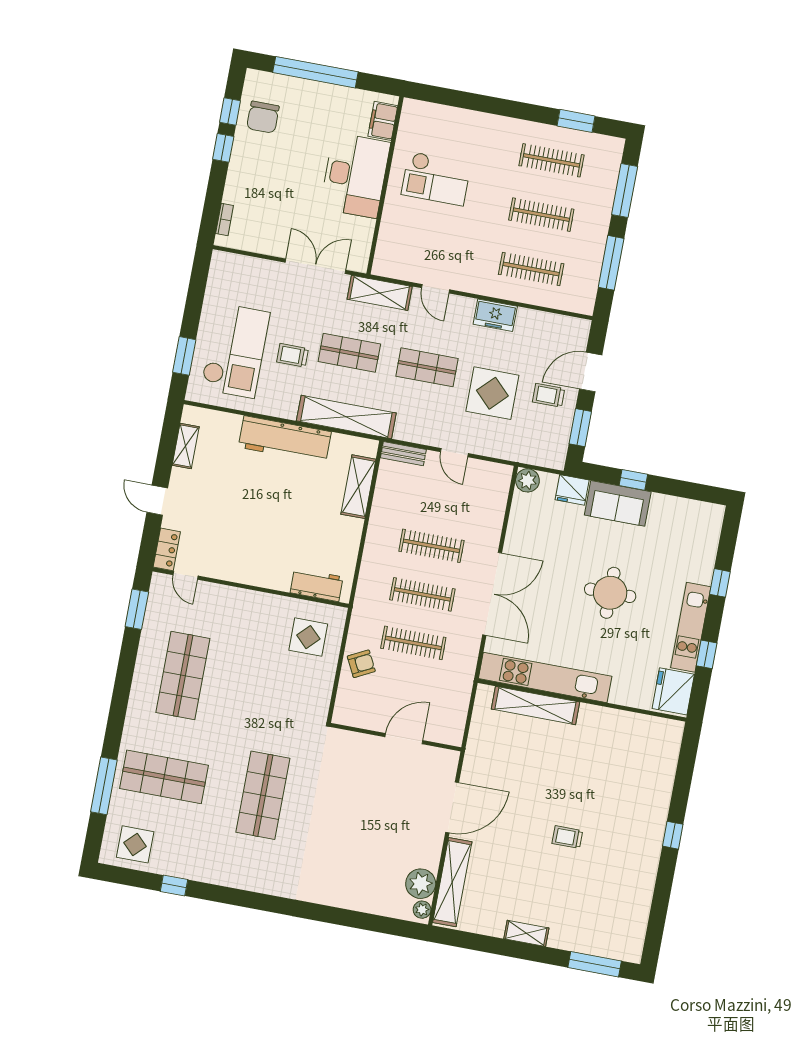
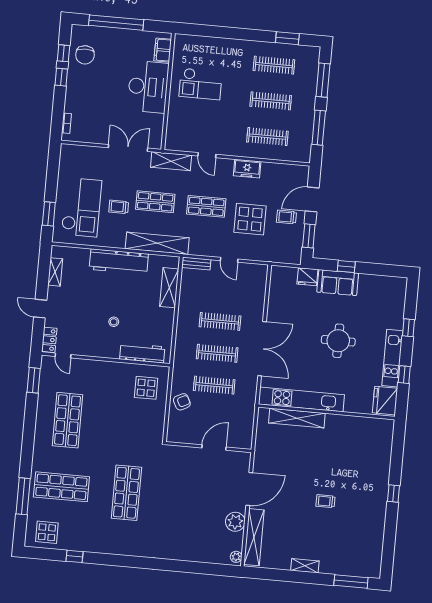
plant: (527, 480) -> (278, 273), removed
stool: (268, 531) -> (114, 322), added
workbench: (317, 585) -> (142, 353), width x1.38
plant: (421, 884) -> (235, 522), moved

